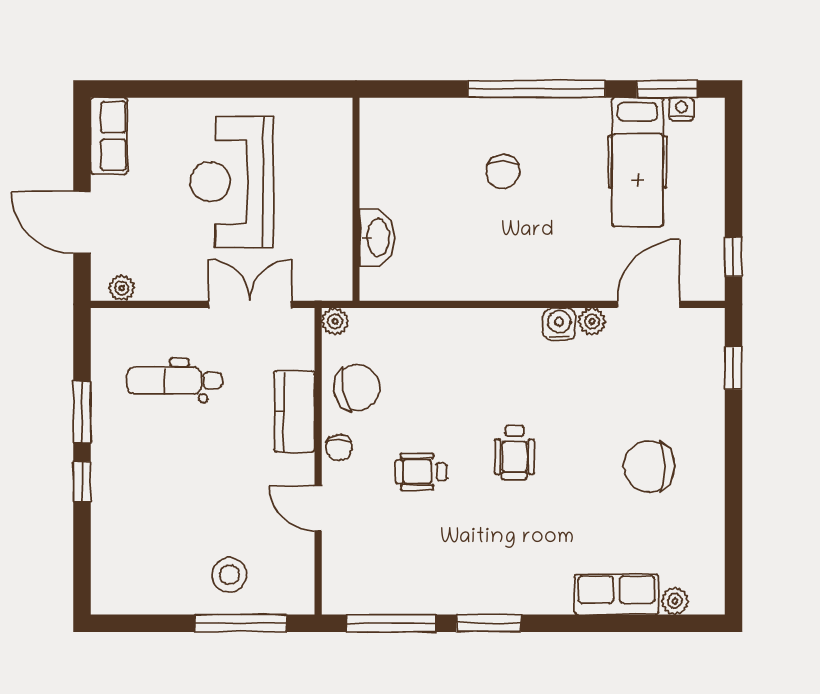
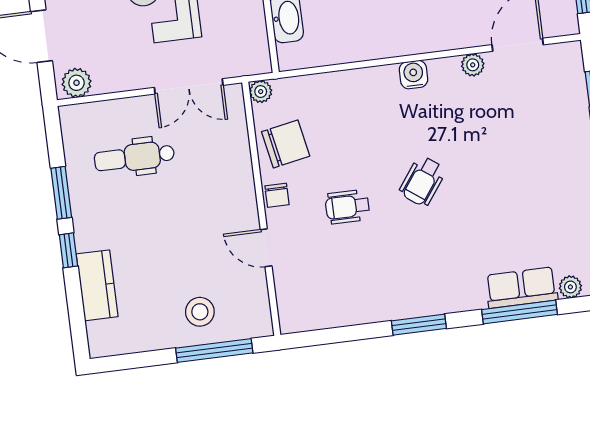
plant: (122, 288) -> (77, 83), width x1.38, depth x1.38
double door: (250, 304) -> (189, 86), swing flipped
water cooler: (559, 324) -> (413, 75), moved
kitchen counter: (294, 411) -> (97, 285), moved, turned 180
wheelchair: (514, 452) -> (423, 181), turned 36
chair: (649, 466) -> (535, 179), removed
window: (391, 623) -> (519, 312), moved

